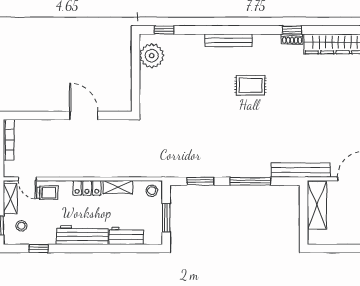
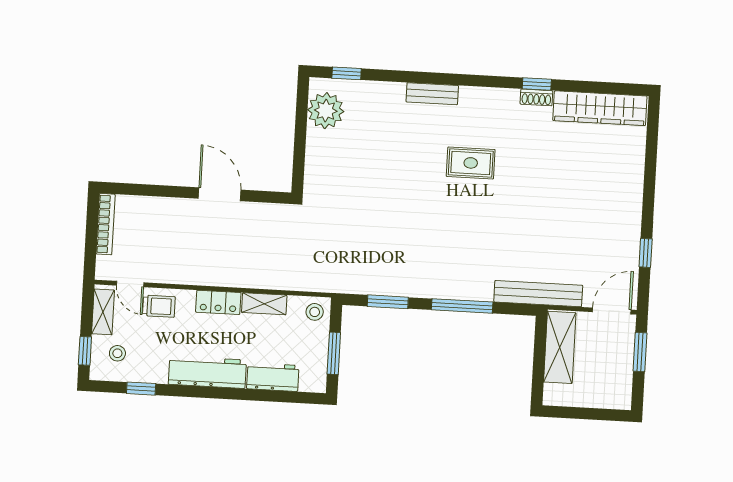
bench: (229, 40) -> (432, 94), width x0.73

